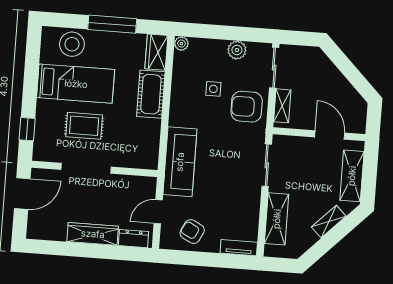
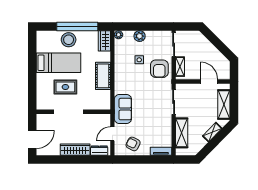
window: (112, 24) -> (77, 26), width x1.46
stool: (72, 44) -> (69, 40), moved
plant: (237, 50) -> (140, 36), moved
cot: (151, 94) -> (103, 76), moved
armchair: (247, 107) -> (159, 69), turned -90
window: (27, 129) -> (32, 91), removed
sofa: (180, 162) -> (123, 109), width x0.73
door: (22, 194) -> (32, 139), moved

